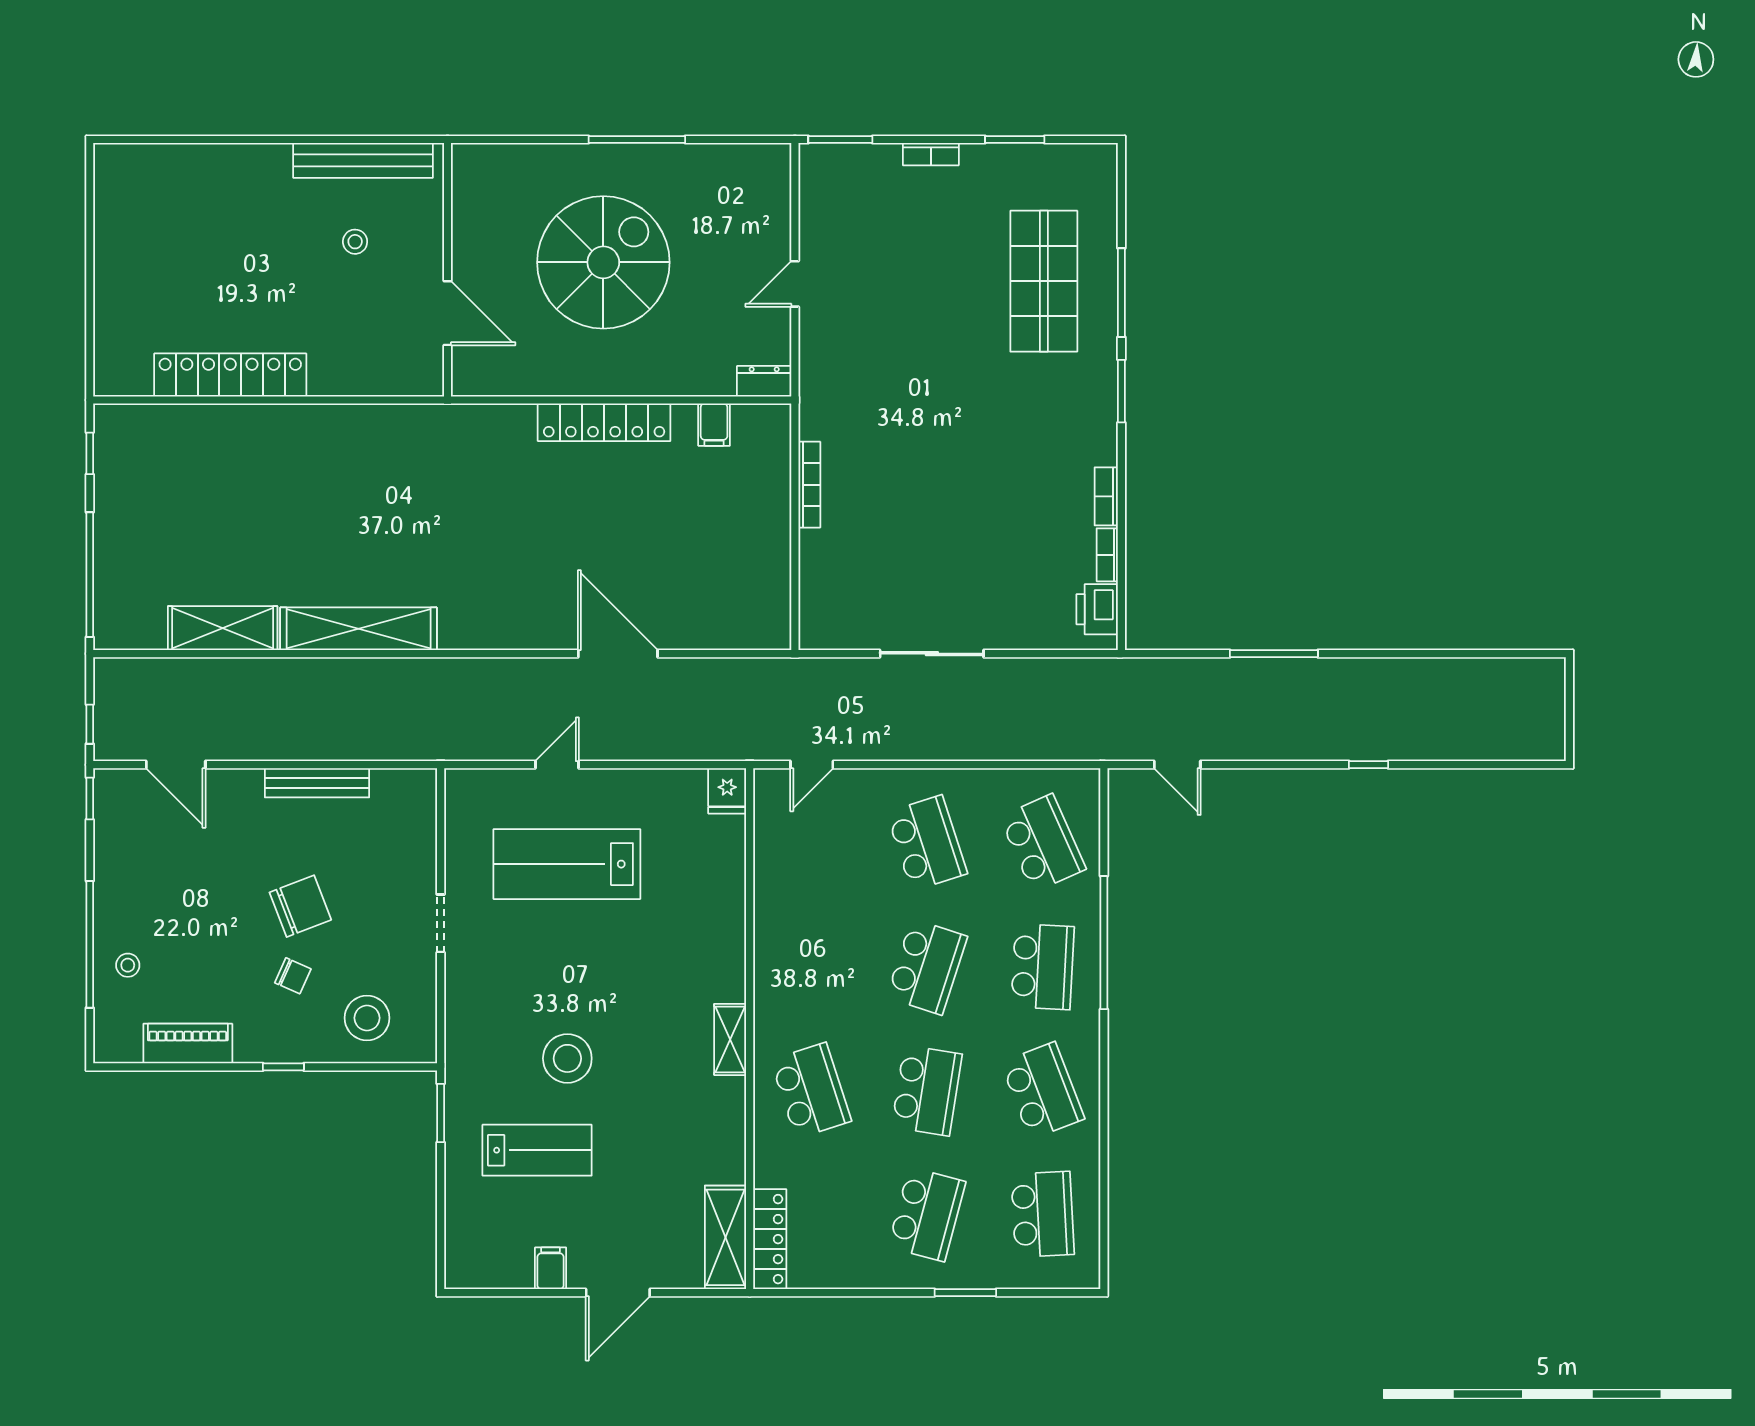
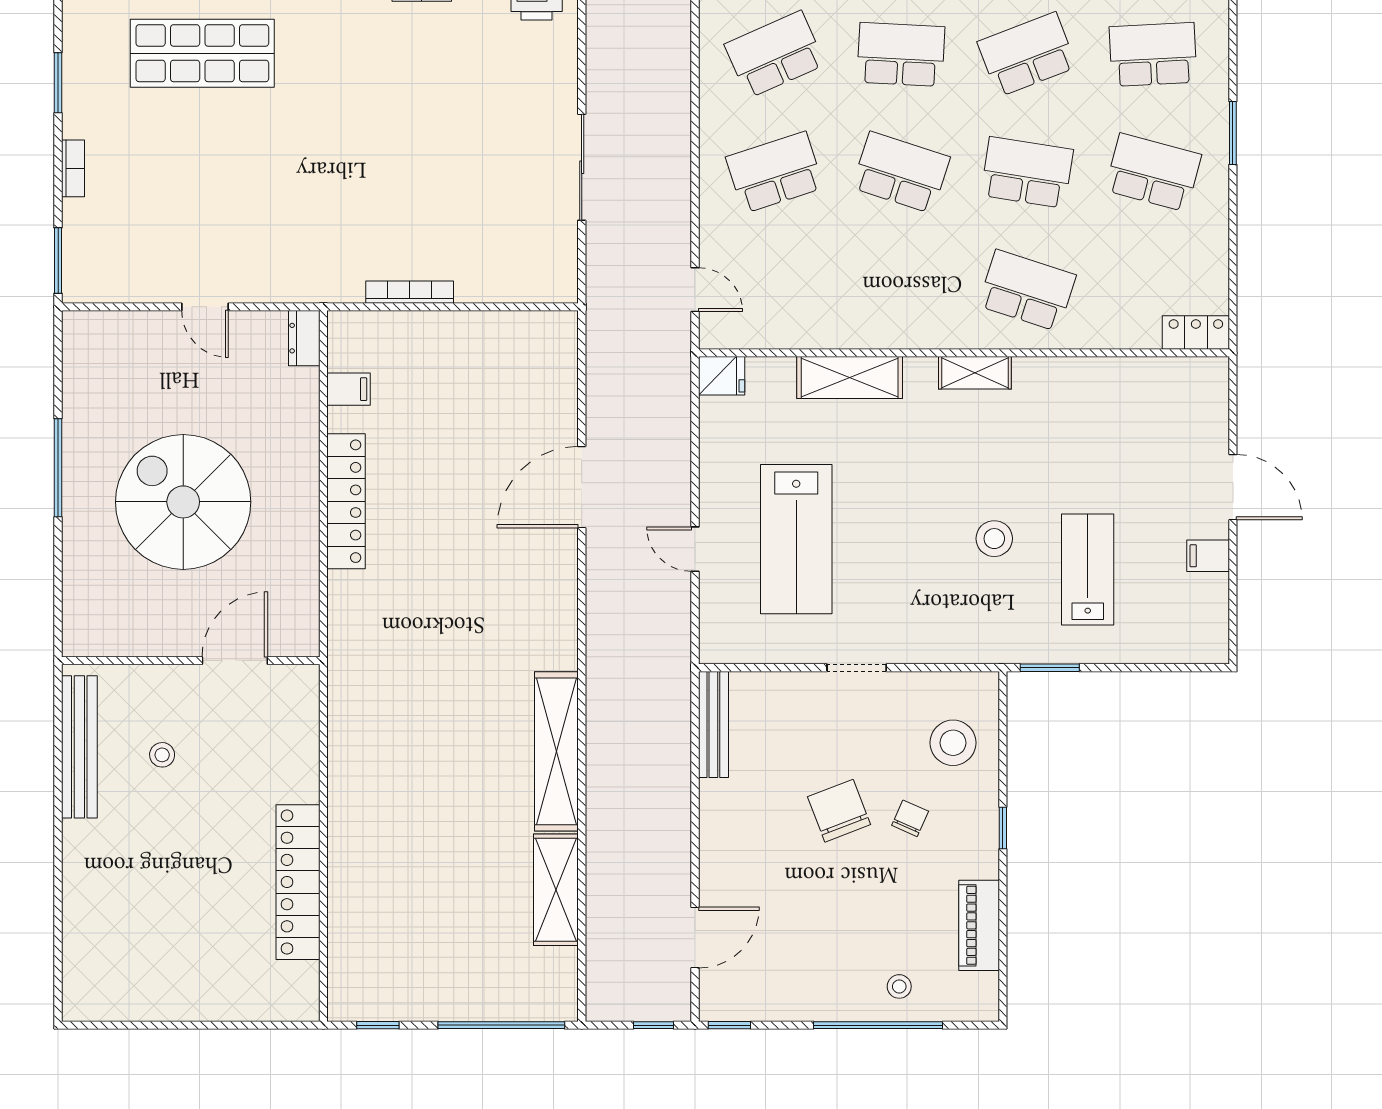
bench: (317, 783) -> (713, 724), moved
stool: (567, 1058) -> (994, 539), width x0.73, depth x0.73
school desk: (811, 1091) -> (1027, 290), turned 36
shelving: (725, 1237) -> (850, 378), moved
locker: (770, 1239) -> (1196, 332), width x0.66

